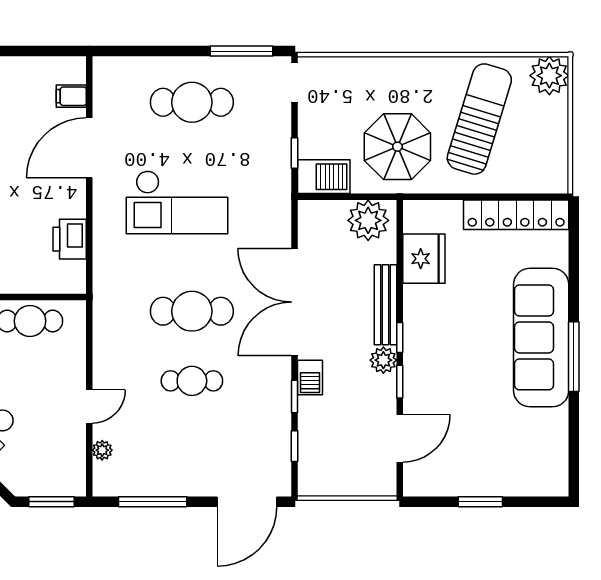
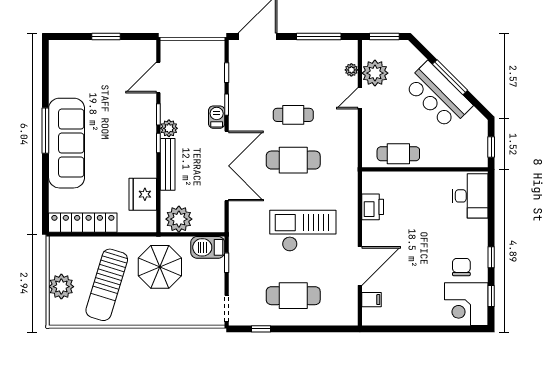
window: (242, 51) -> (261, 329), width x0.46
plant: (549, 76) -> (61, 287), moved
plant: (66, 445) -> (375, 73), added

